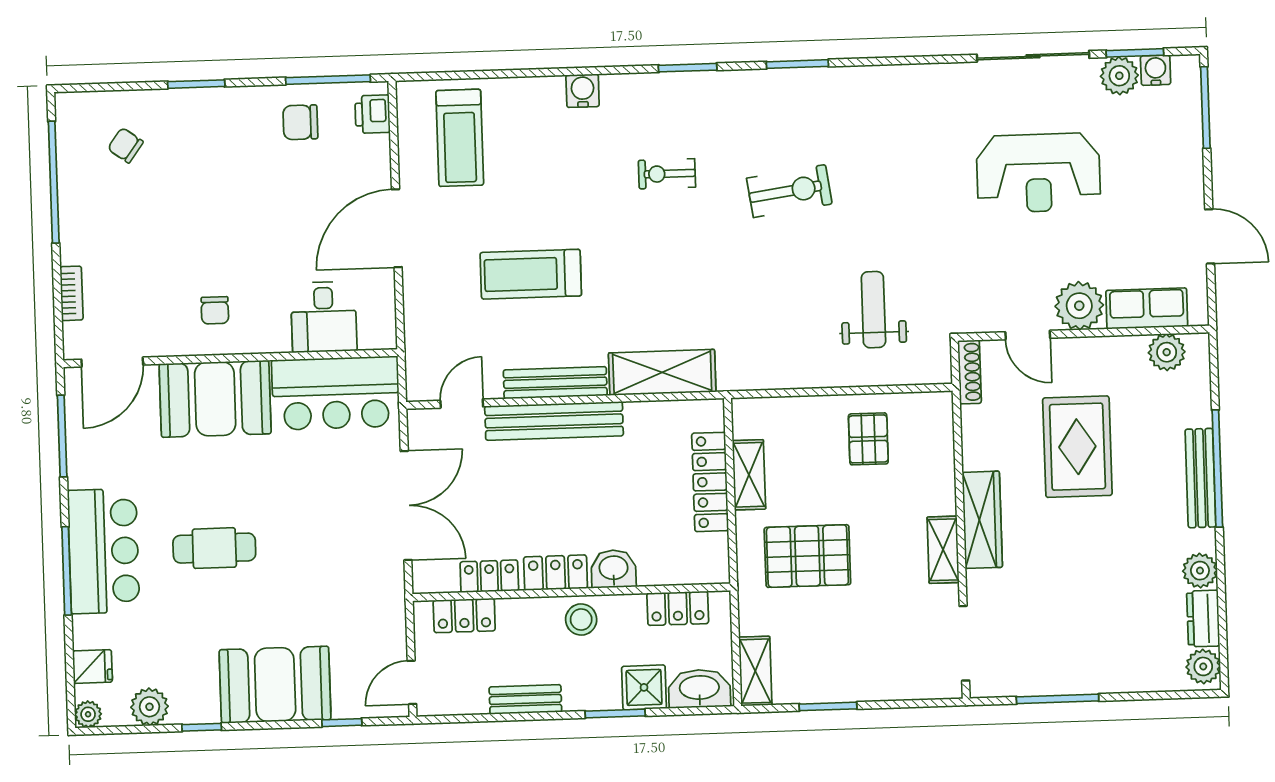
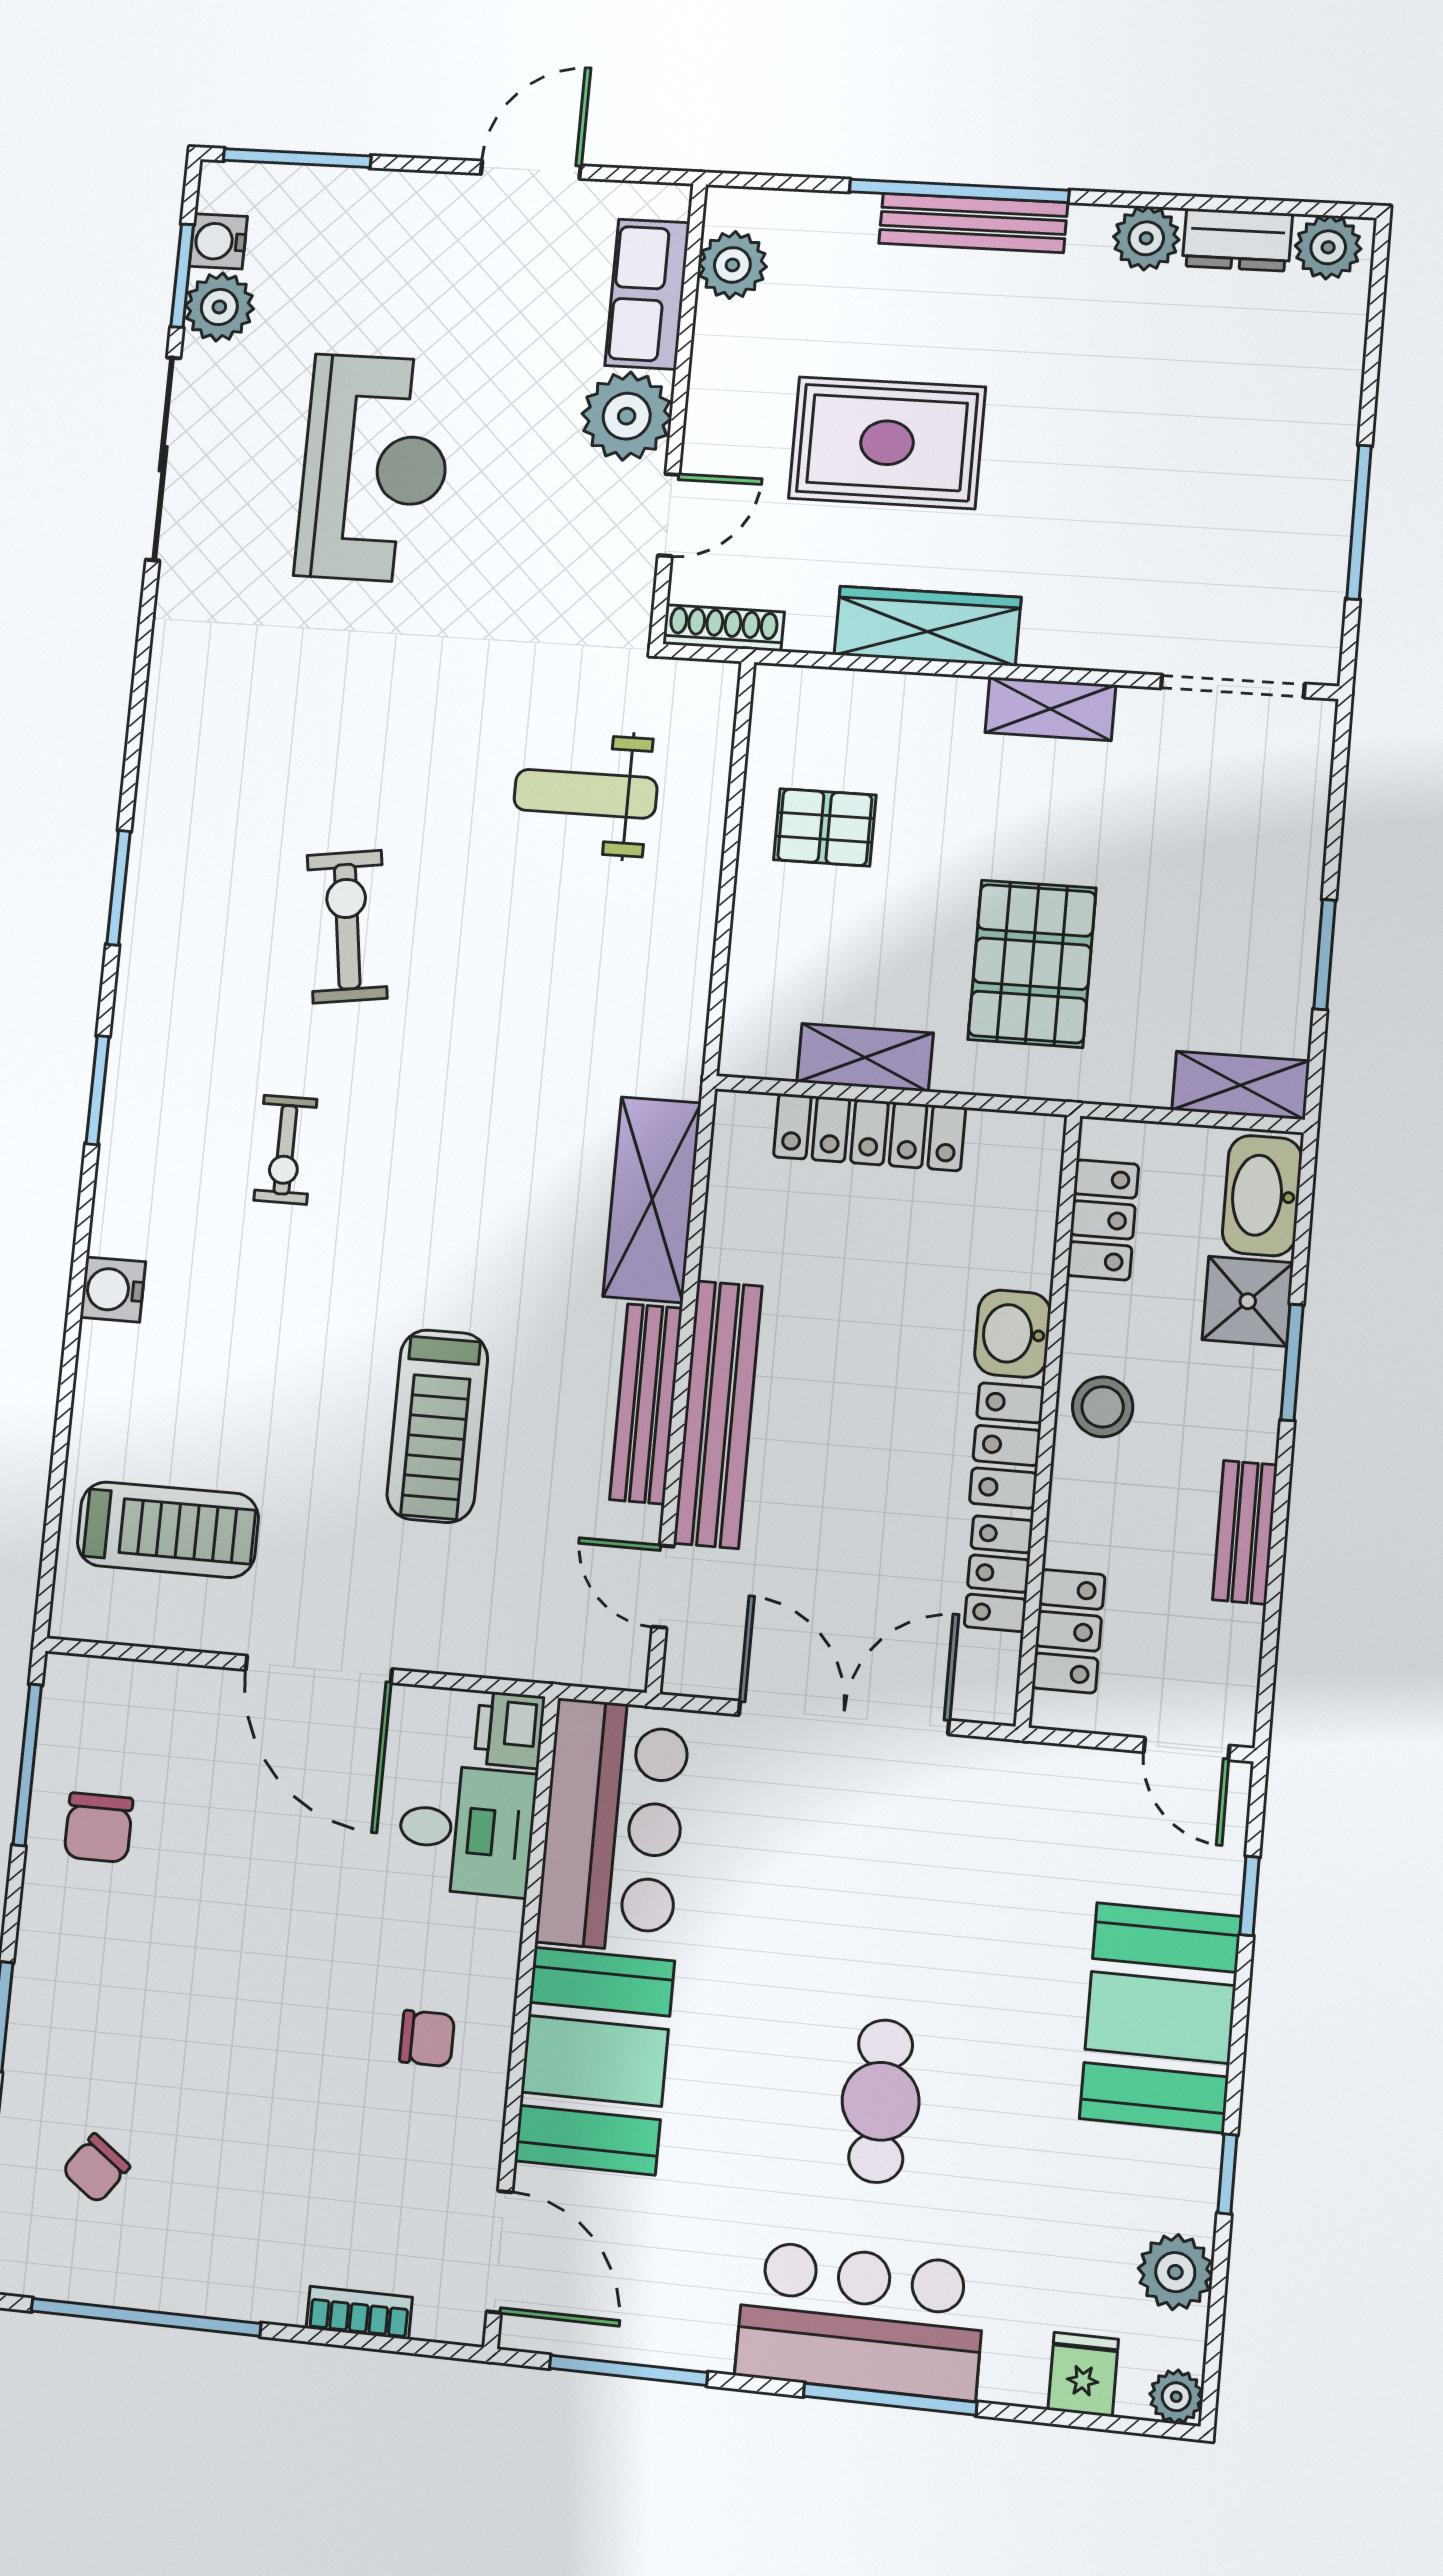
printer: (373, 114) -> (510, 1730), moved, turned 90
wardrobe: (982, 520) -> (928, 626), moved

